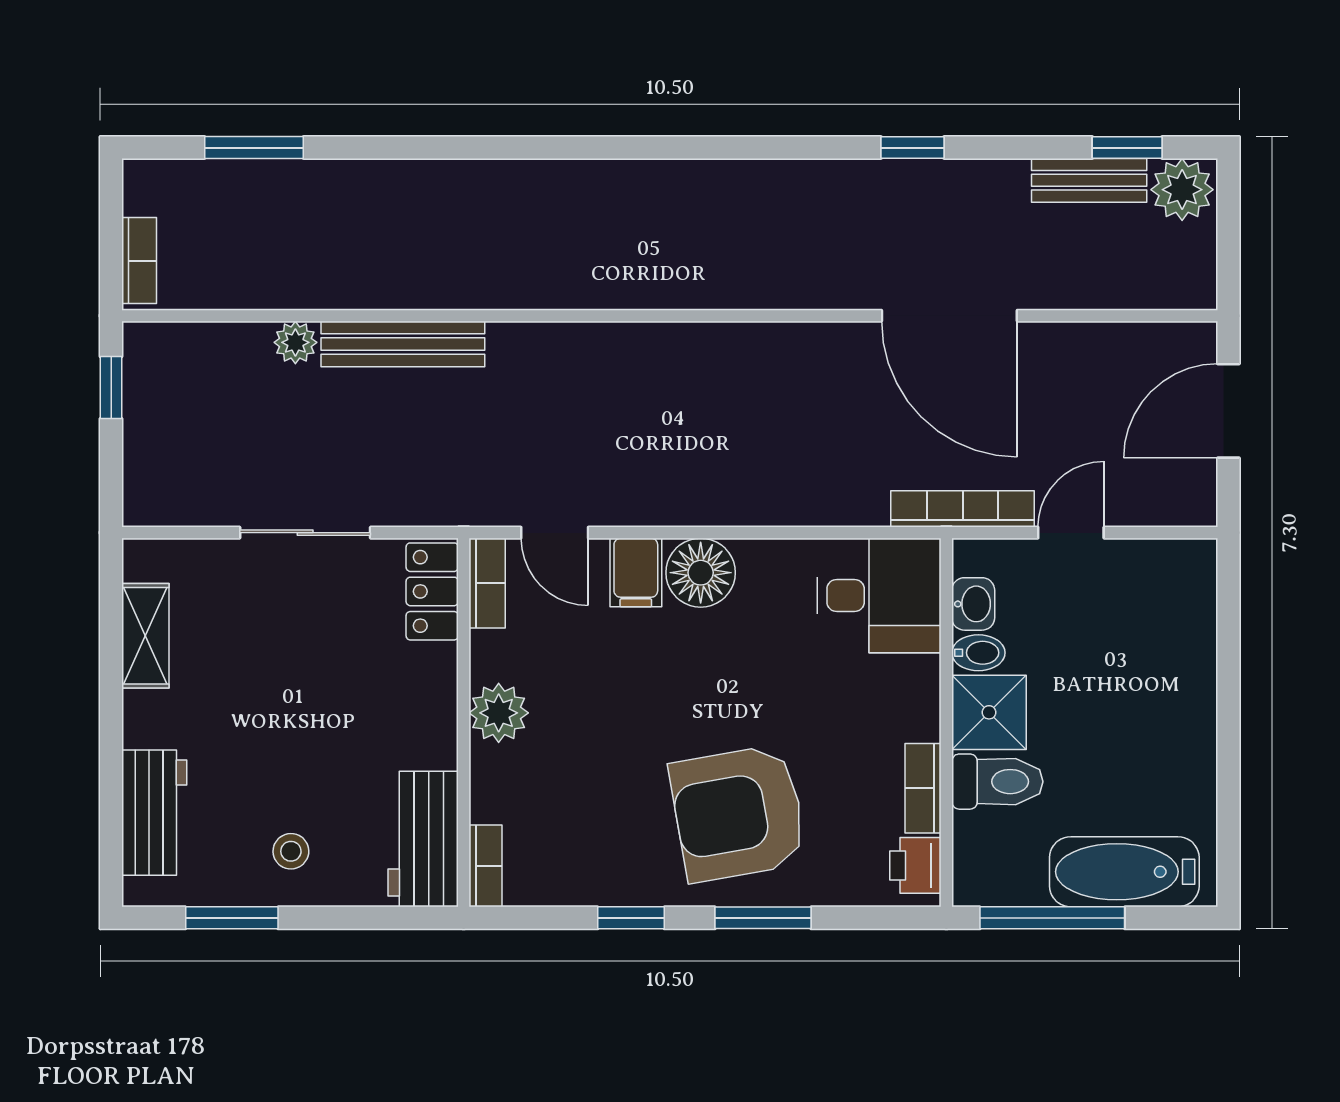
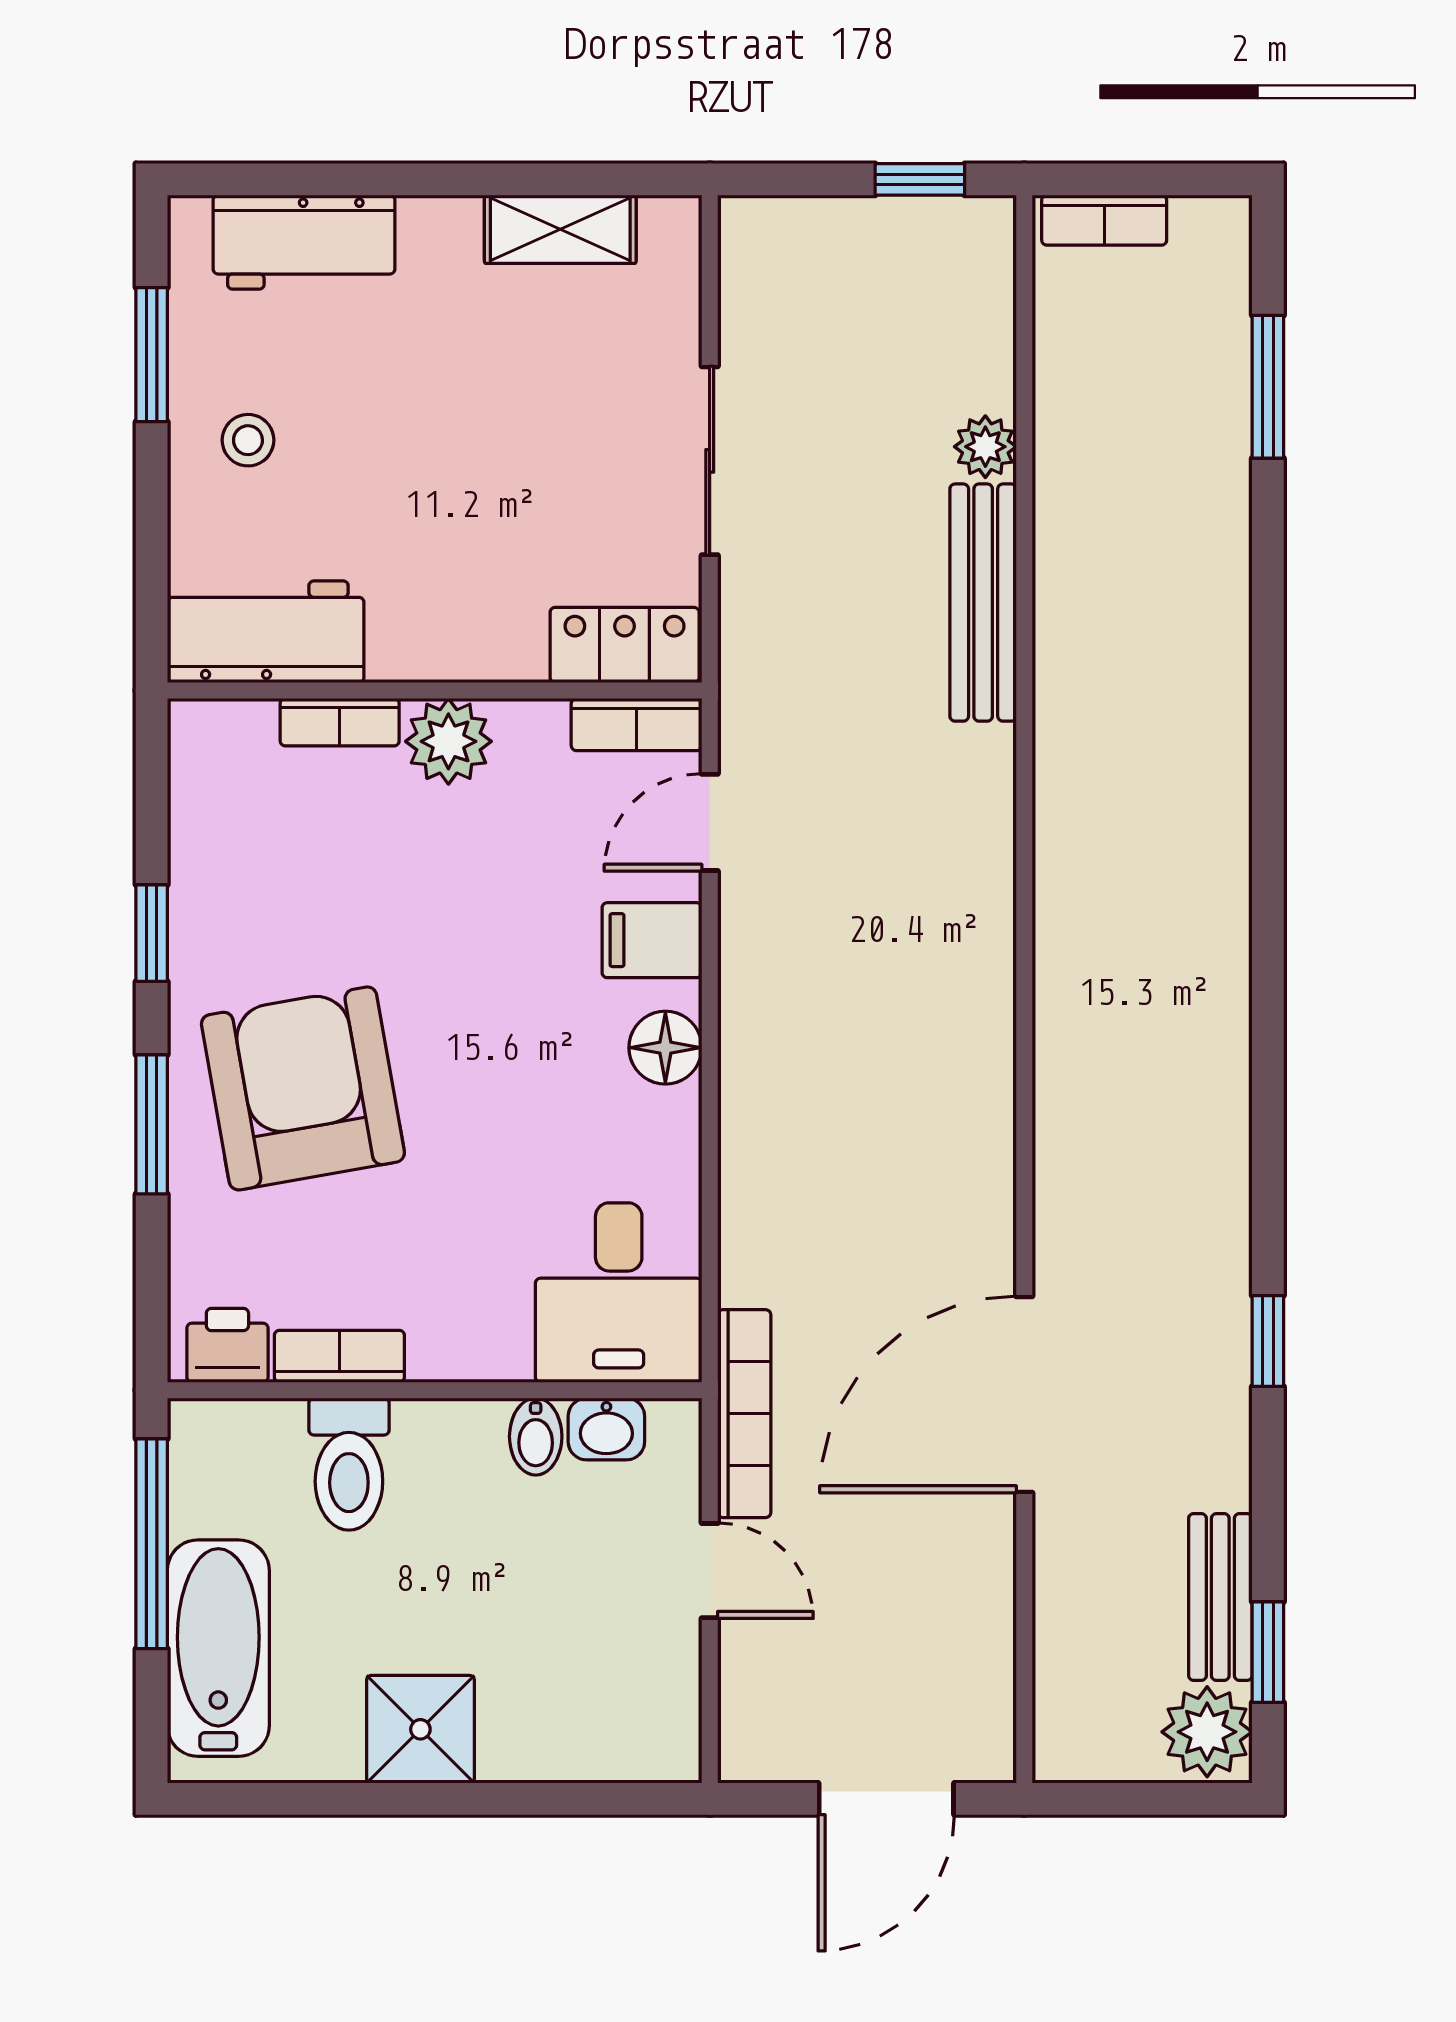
door: (1228, 411) -> (886, 1799), swing flipped
floor lamp: (701, 573) -> (665, 1048), width x0.73, depth x0.73
shower: (989, 712) -> (420, 1729), moved
bookcase: (485, 866) -> (340, 722), moved

